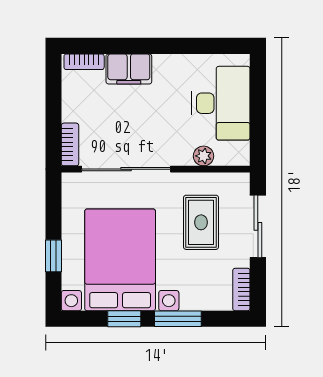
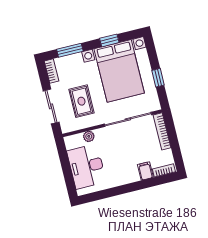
filing cabinet: (129, 69) -> (145, 171), width x0.50
bookcase: (70, 144) -> (162, 131), width x1.56
window: (53, 256) -> (158, 78), moved
window: (178, 319) -> (70, 50), moved

